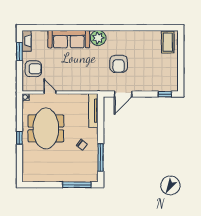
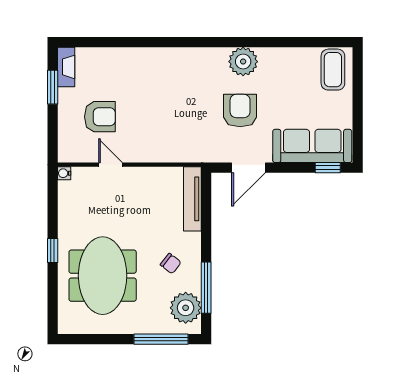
plant: (98, 38) -> (243, 62), moved
sofa: (69, 39) -> (312, 146), moved, turned 180
armchair: (119, 64) -> (240, 111), turned 180
armchair: (33, 69) -> (100, 117), moved
meeting table: (46, 128) -> (103, 276), moved
plant: (90, 168) -> (186, 308), added

